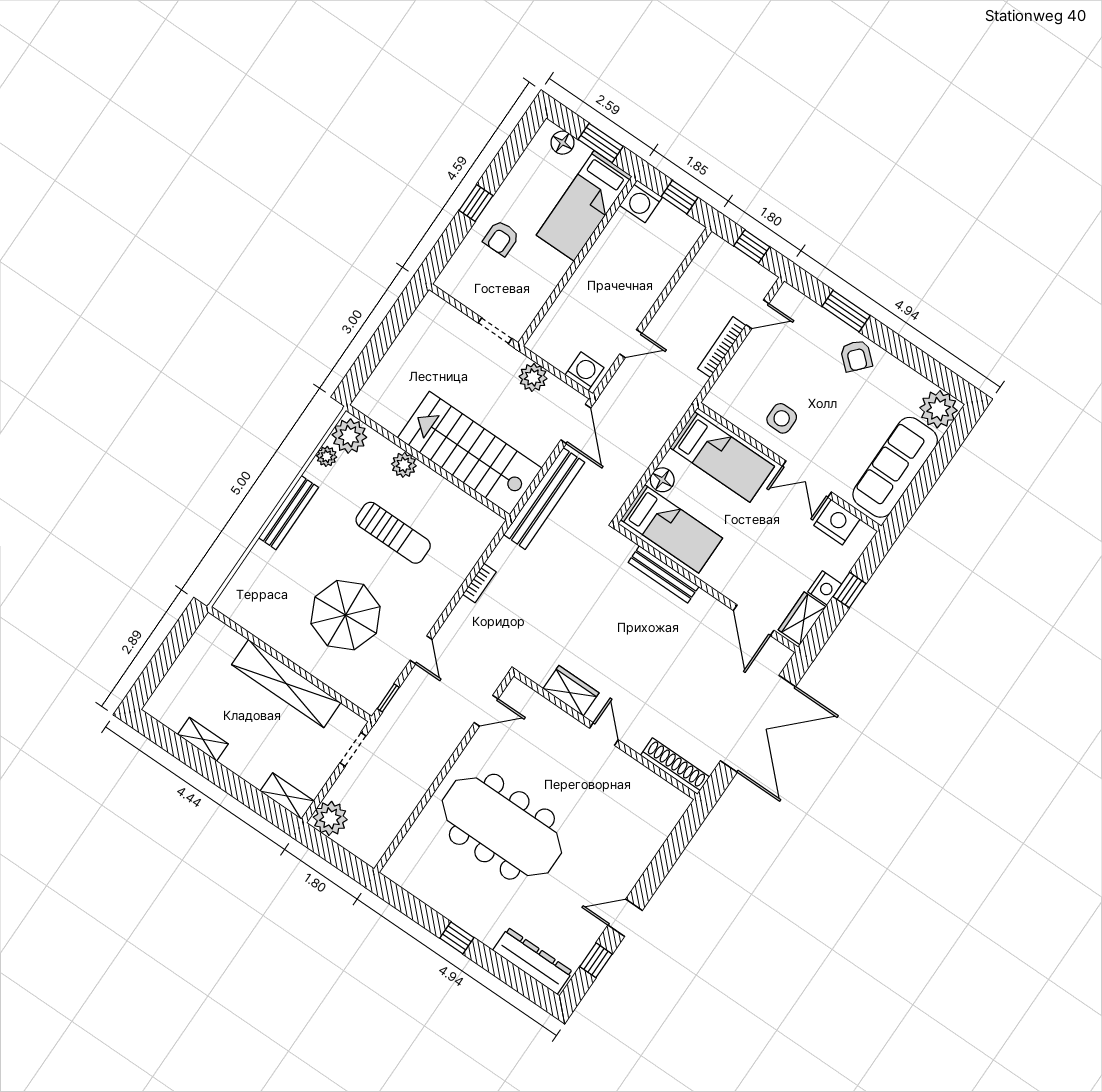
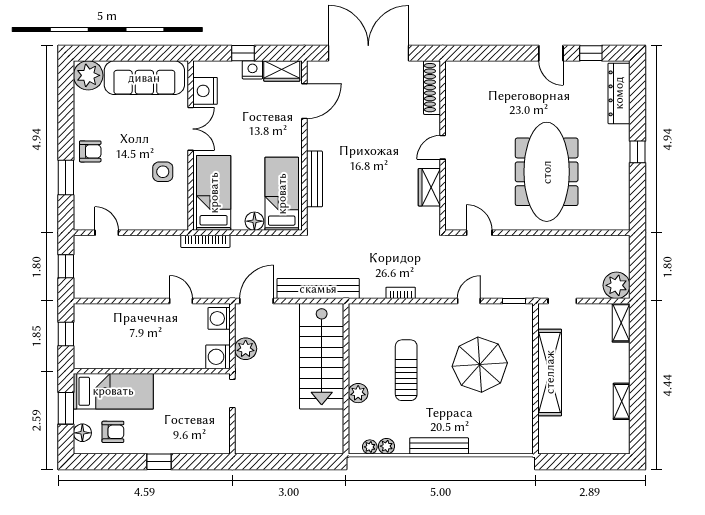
washing machine: (641, 201) -> (218, 357), moved, turned 180
armchair: (501, 238) -> (113, 432), moved
bookcase: (722, 347) -> (205, 241), moved
armchair: (856, 356) -> (90, 151), turned 48
plant: (349, 436) -> (370, 447), width x0.53, depth x0.53

